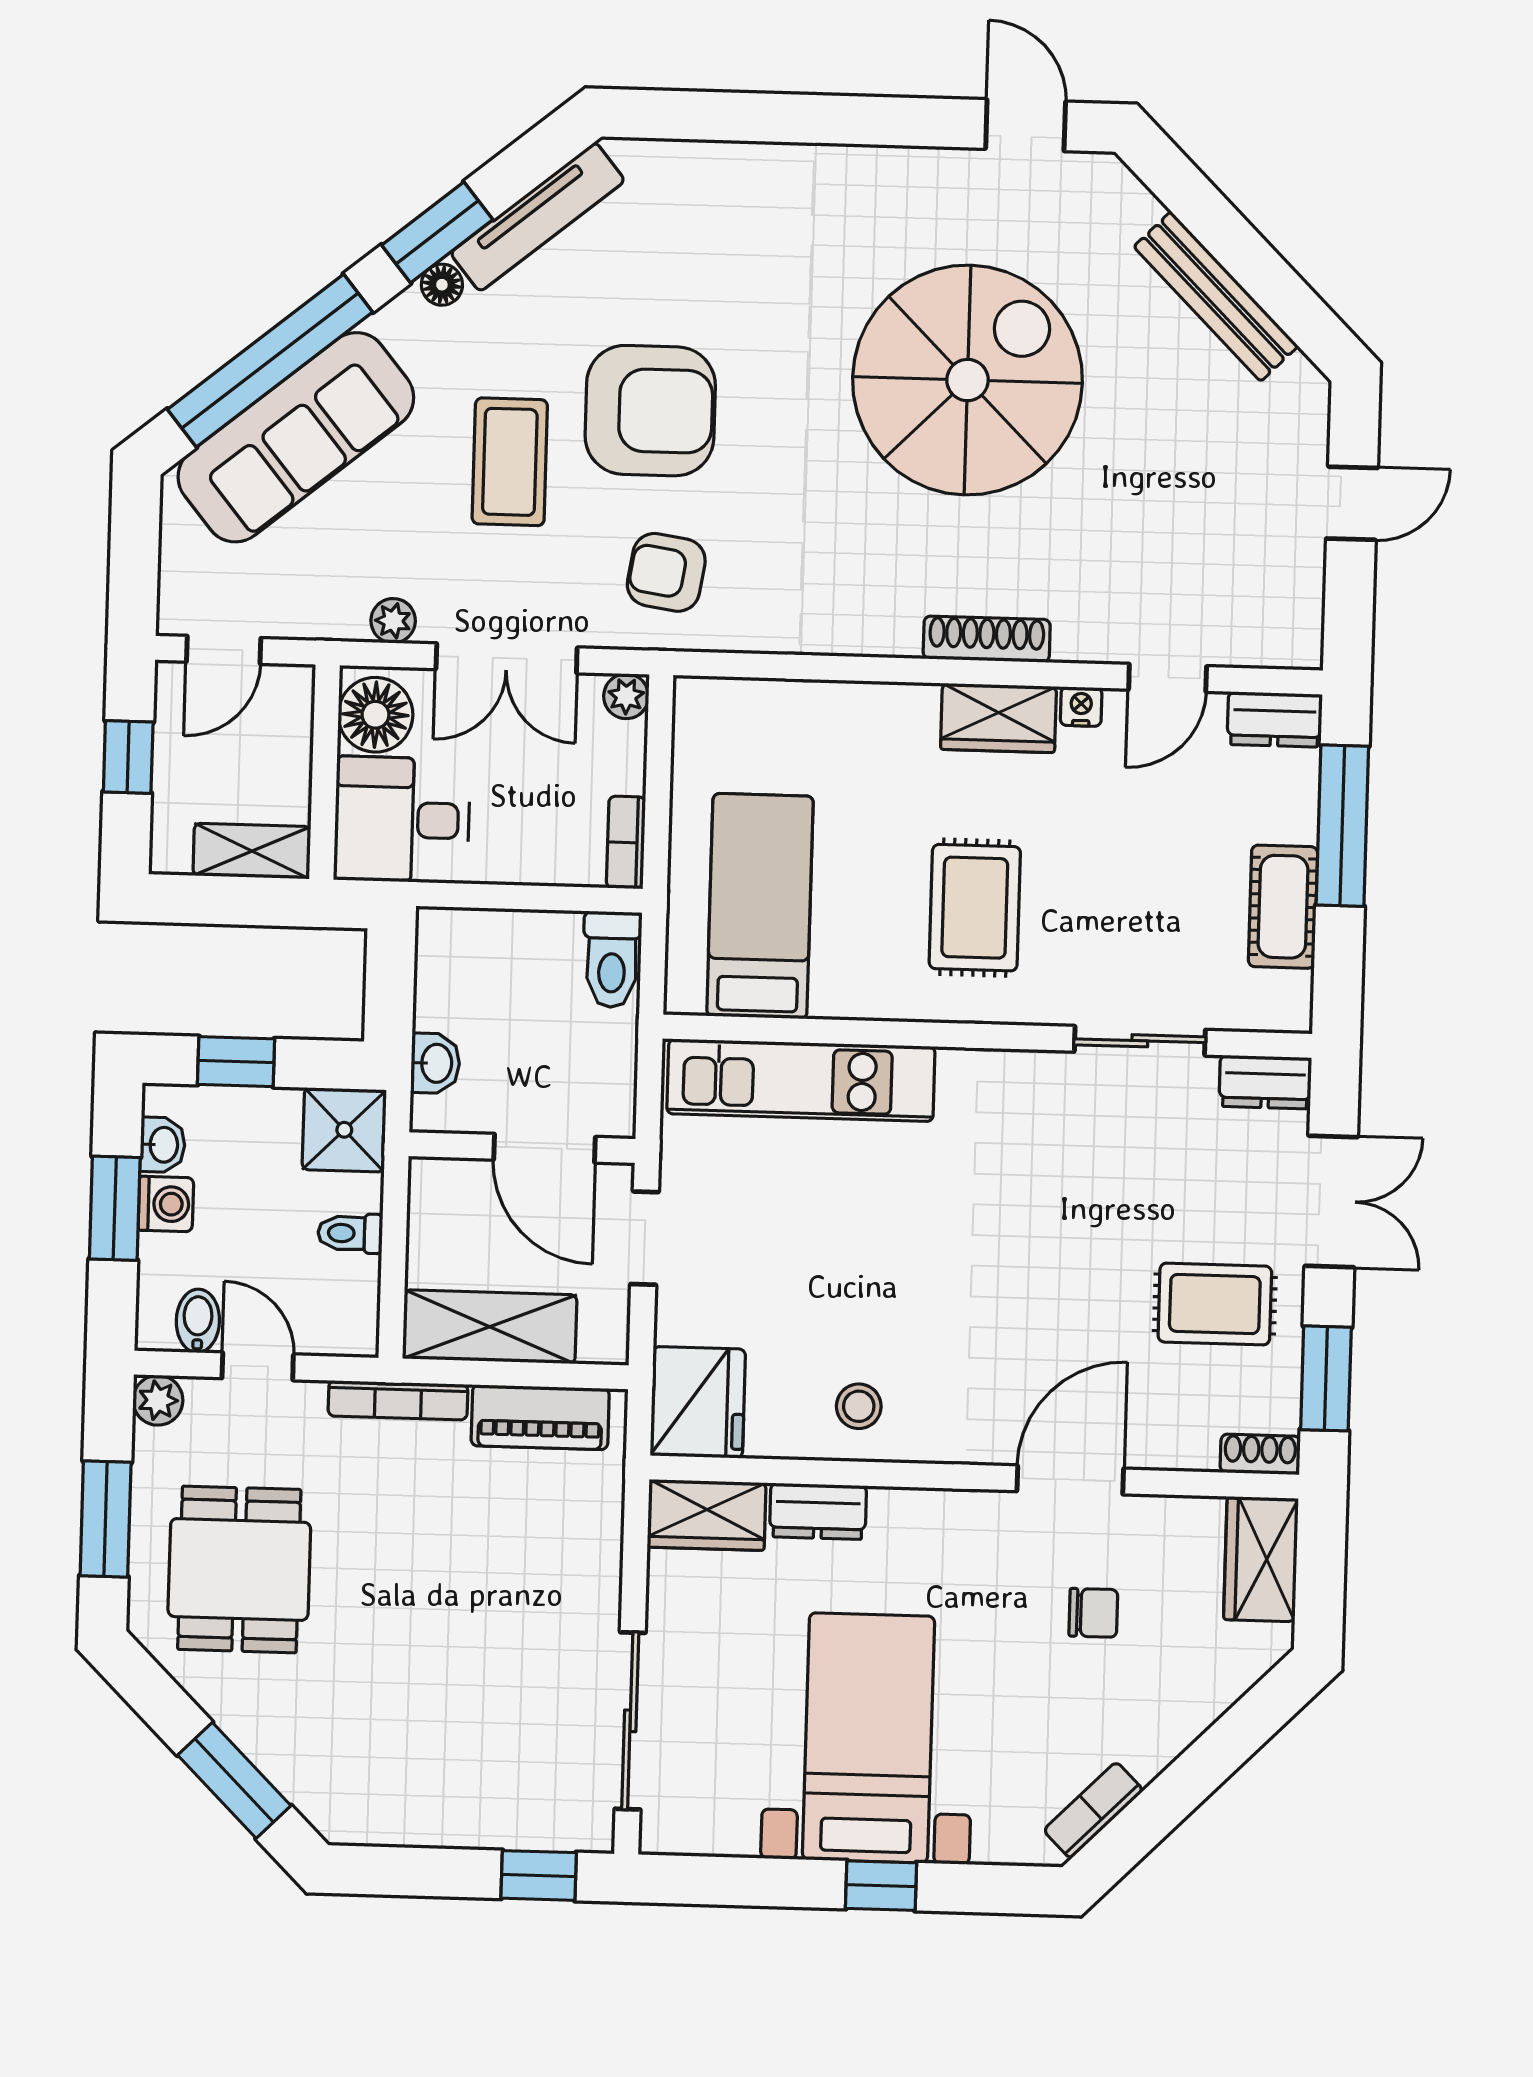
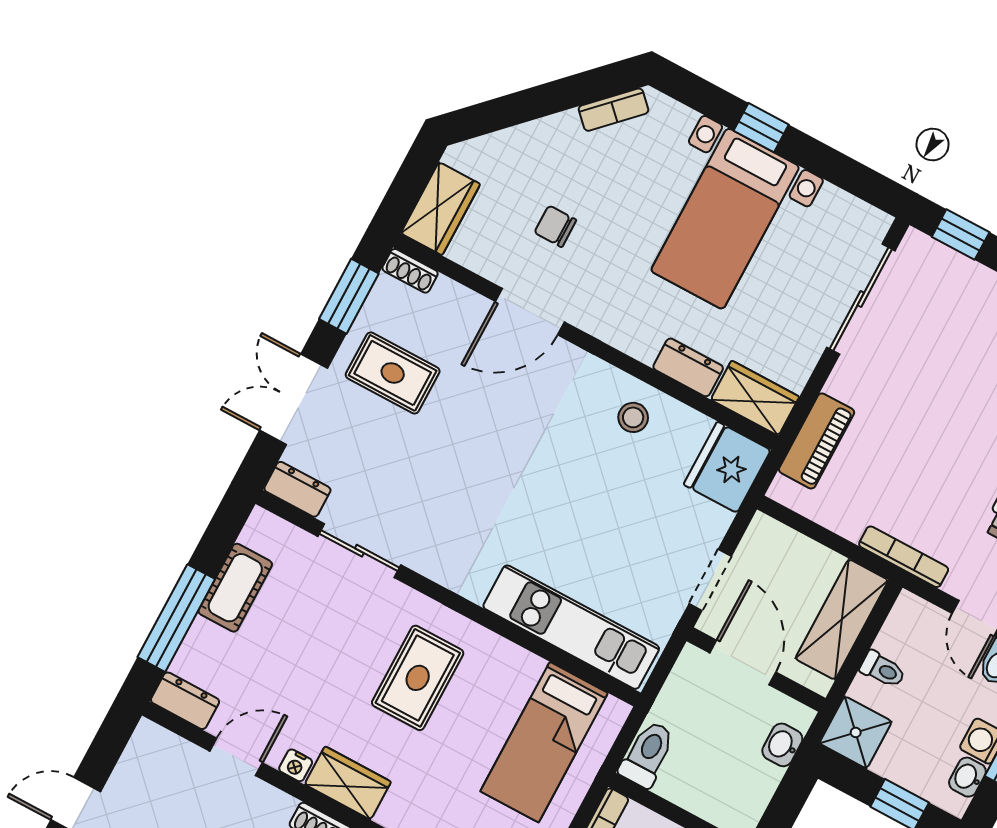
shelving: (490, 1327) -> (842, 619), moved, turned 90
piano: (540, 1417) -> (817, 441), moved, turned 90

